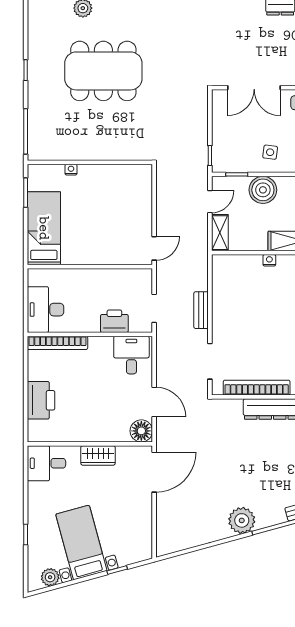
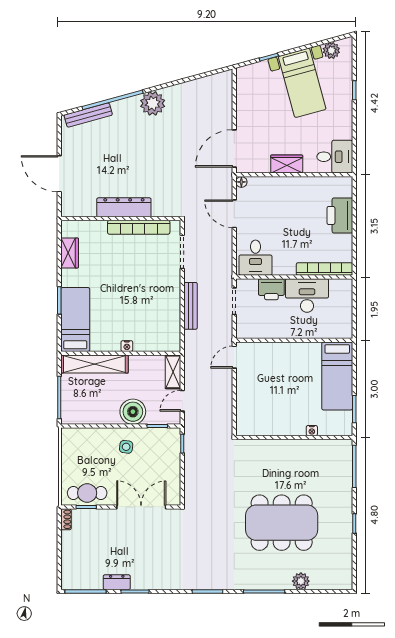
desk: (45, 310) -> (307, 295), moved, turned -90
bench: (201, 310) -> (191, 306), width x1.36
floor lamp: (141, 431) -> (241, 182), width x0.53, depth x0.53

